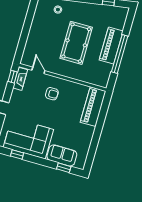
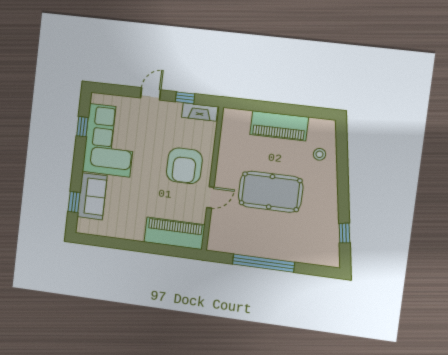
piano: (111, 46) -> (279, 126), moved, turned 180
door: (38, 70) -> (210, 197), moved
window: (13, 77) -> (185, 98), moved
armchair: (52, 94) -> (184, 166), width x1.88, depth x1.88

